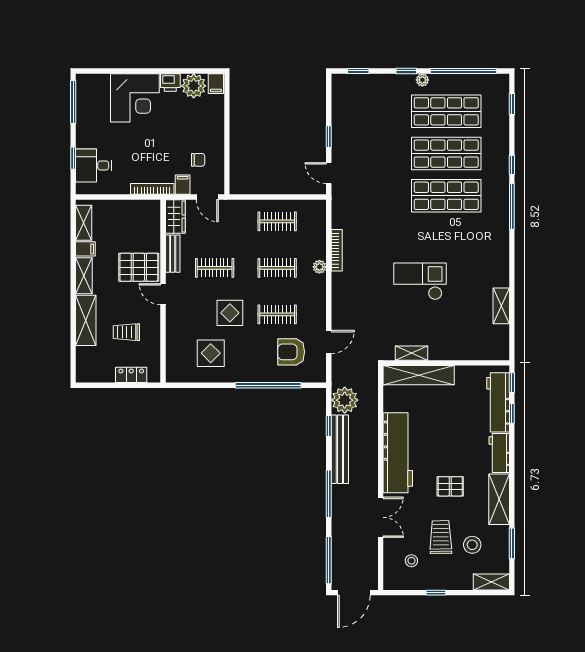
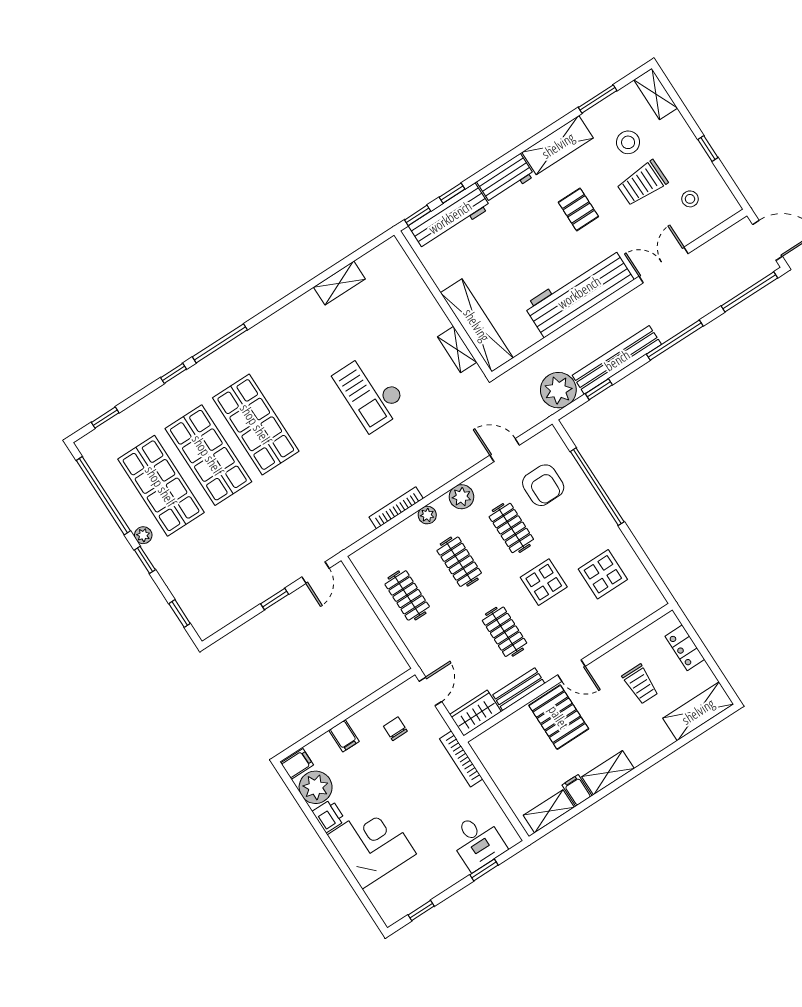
window: (73, 102) -> (421, 911), width x0.46
filing cabinet: (183, 185) -> (344, 736), moved, turned -90
door: (163, 294) -> (571, 671), hinge flipped
plant: (317, 296) -> (461, 497), added
shelving: (86, 320) -> (698, 711), moved

